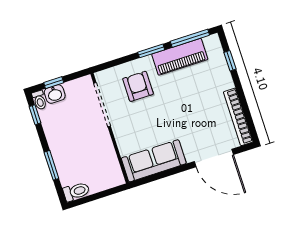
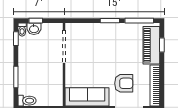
piano: (180, 57) -> (151, 45), moved, turned 90
armchair: (138, 86) -> (124, 83), moved, turned 90

